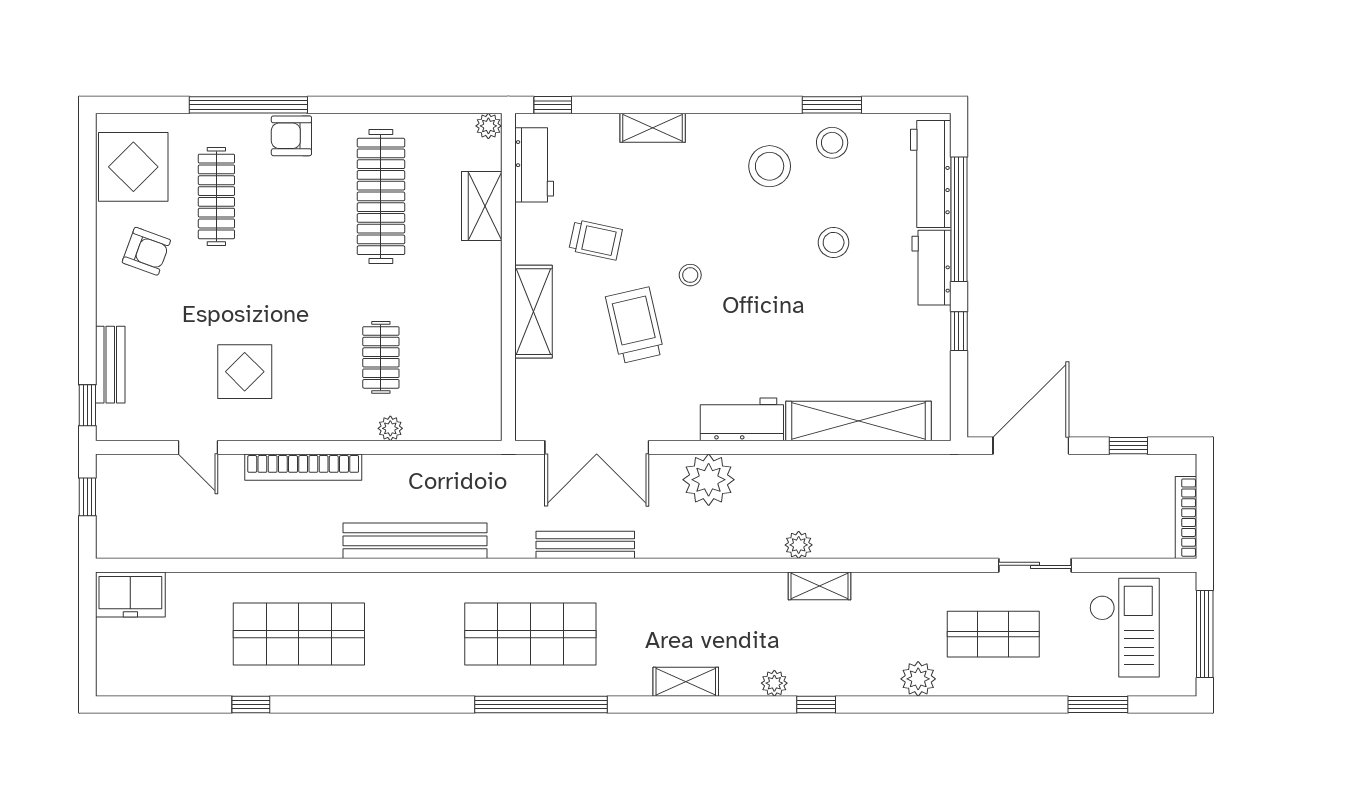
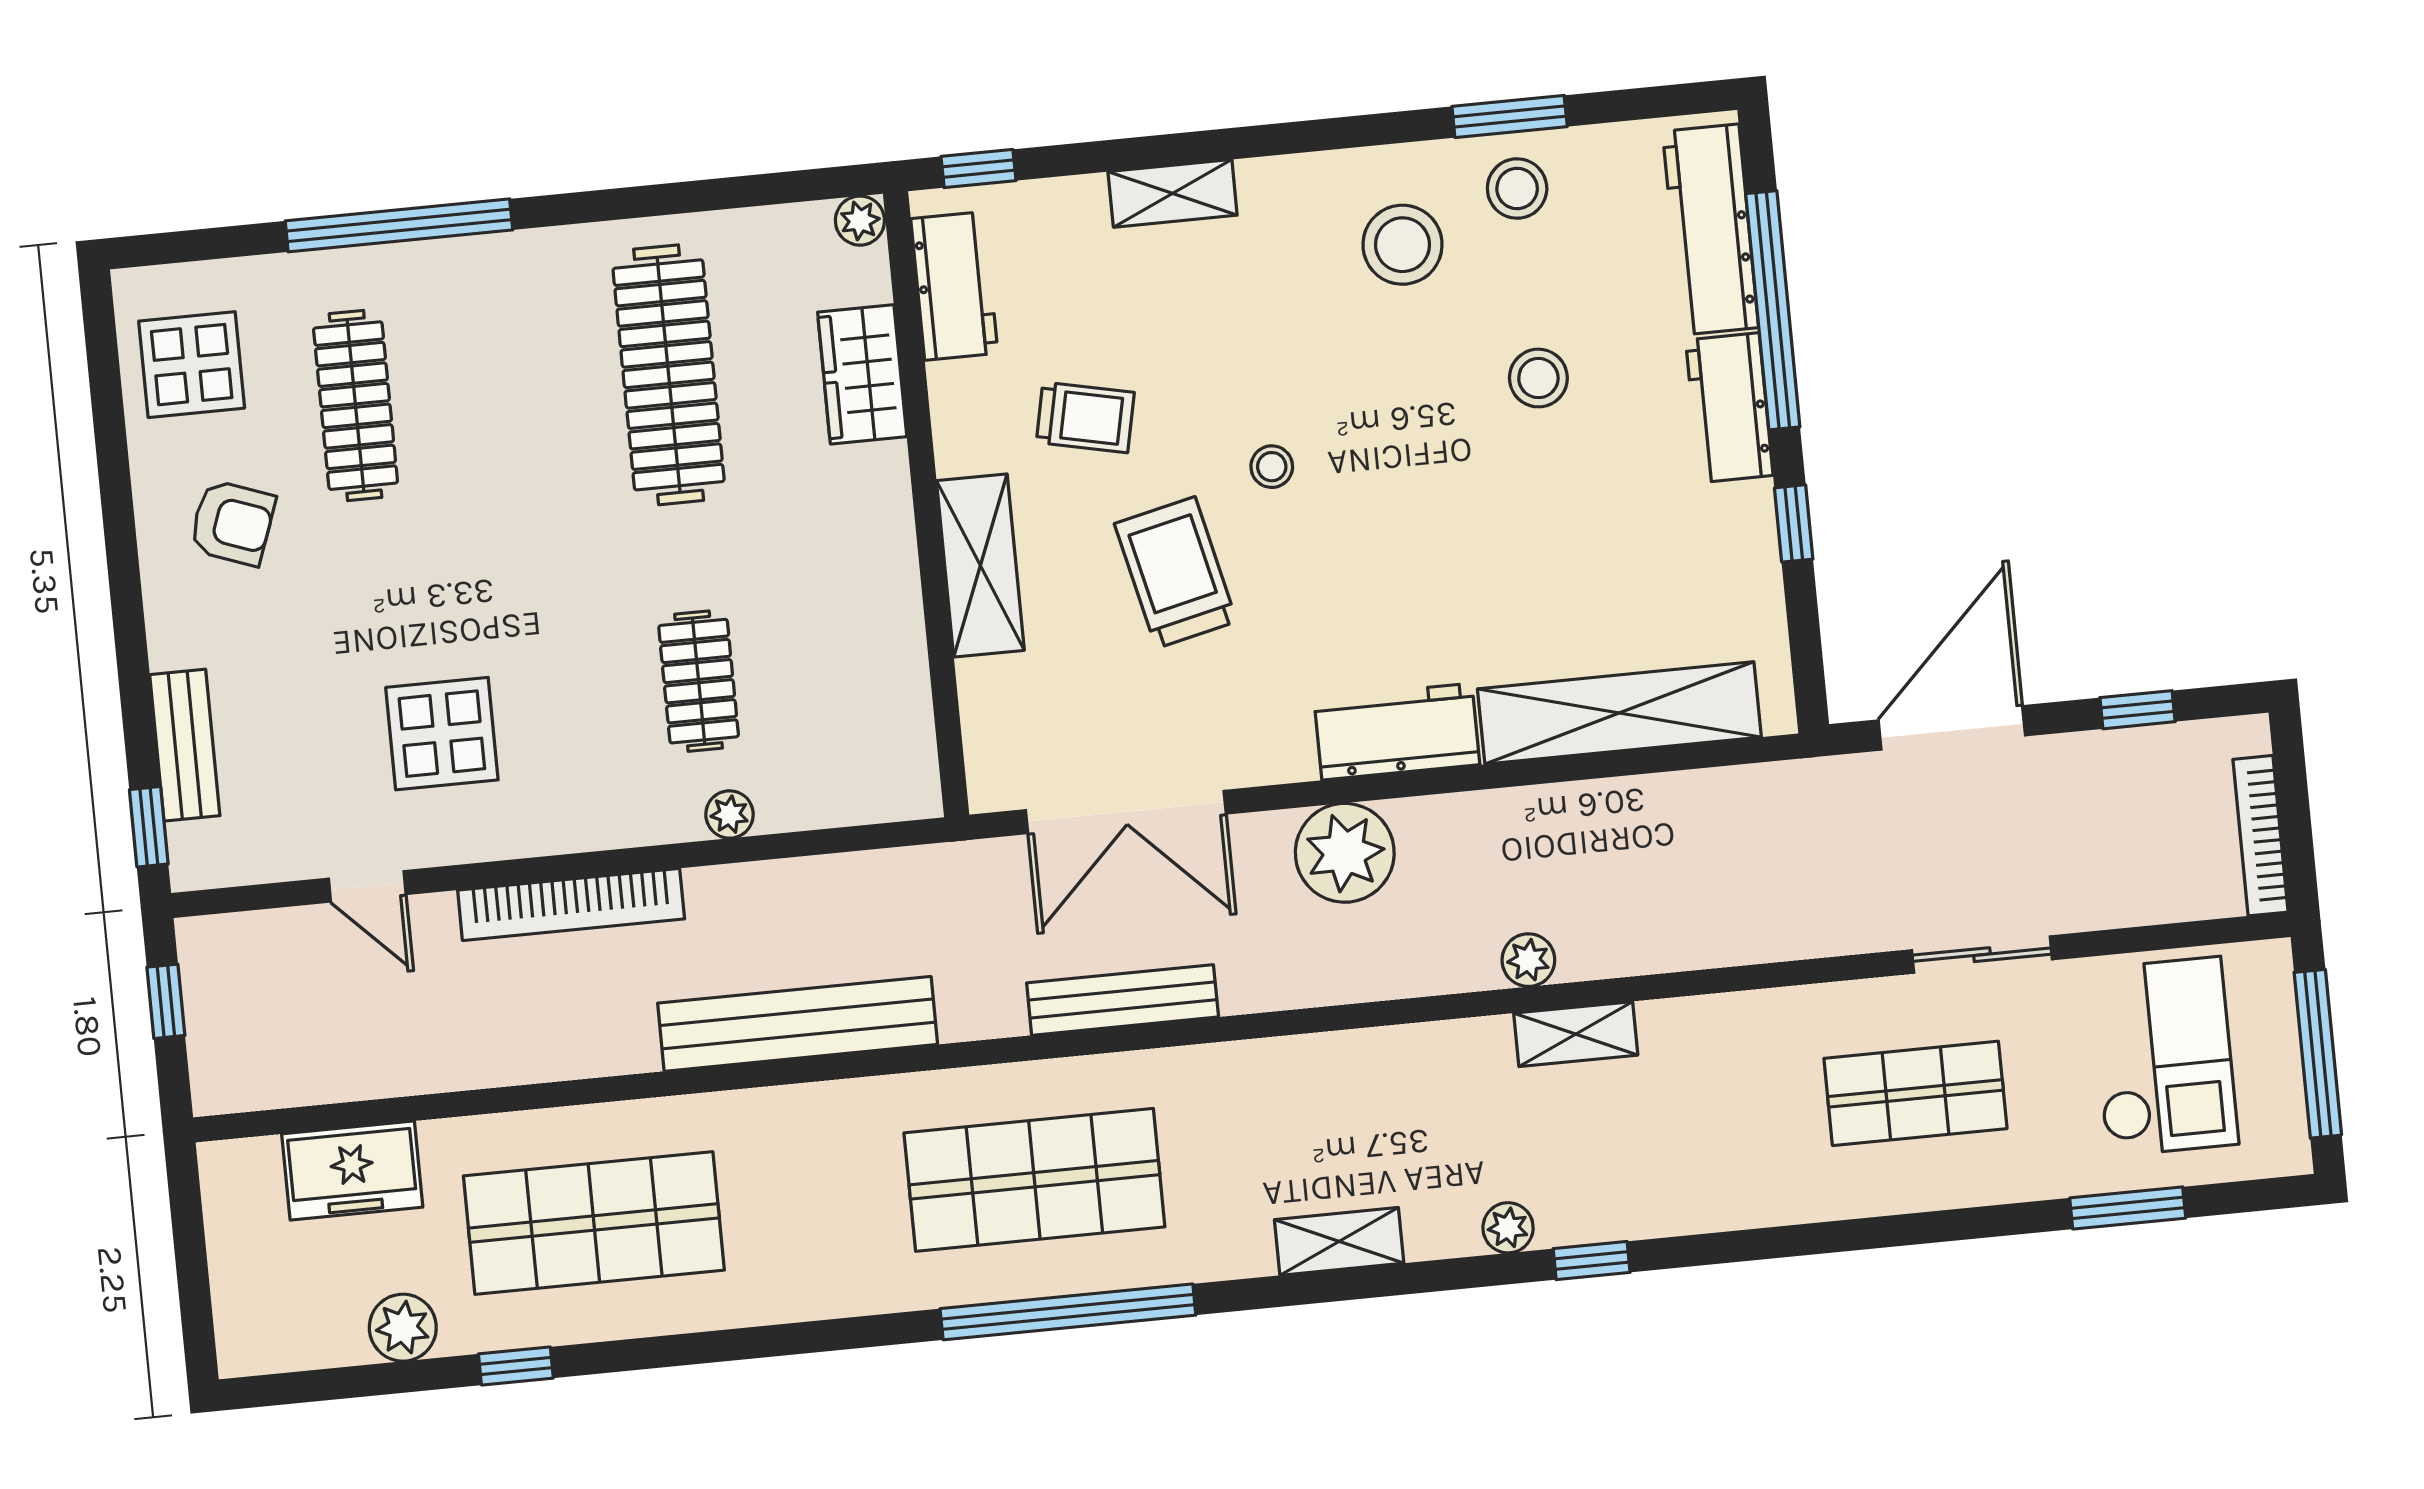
armchair: (291, 136) -> (487, 276), removed
display table: (133, 167) -> (192, 365), width x0.73, depth x0.73
freezer: (130, 594) -> (352, 1171), moved
plant: (918, 679) -> (403, 1328), moved

